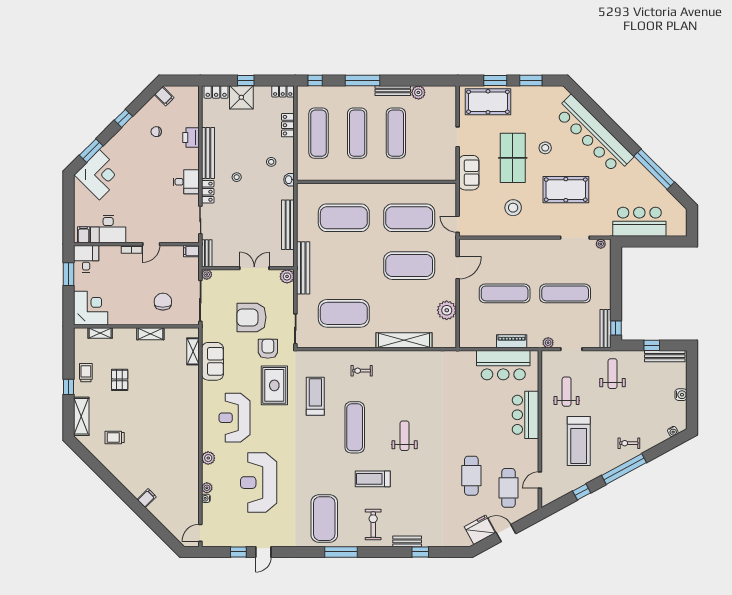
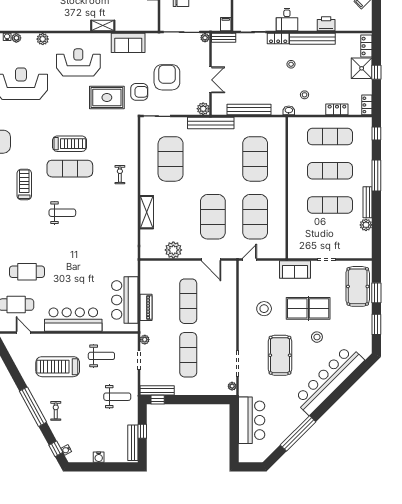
shelving: (404, 340) -> (147, 212), width x0.68
shelving: (193, 351) -> (103, 26), moved
treadmill: (315, 396) -> (70, 144), moved
bar counter: (525, 415) -> (73, 320), width x1.36
window: (582, 492) -> (56, 449), moved

